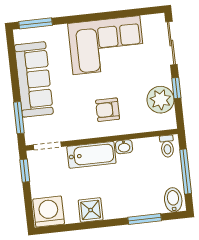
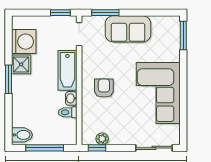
sofa: (34, 79) -> (128, 29), width x0.73
window: (176, 88) -> (97, 148), moved
plant: (160, 100) -> (102, 139), width x0.53, depth x0.53
toilet: (167, 146) -> (68, 112), moved
washing machine: (49, 212) -> (24, 42), moved
window: (145, 219) -> (8, 79), moved

